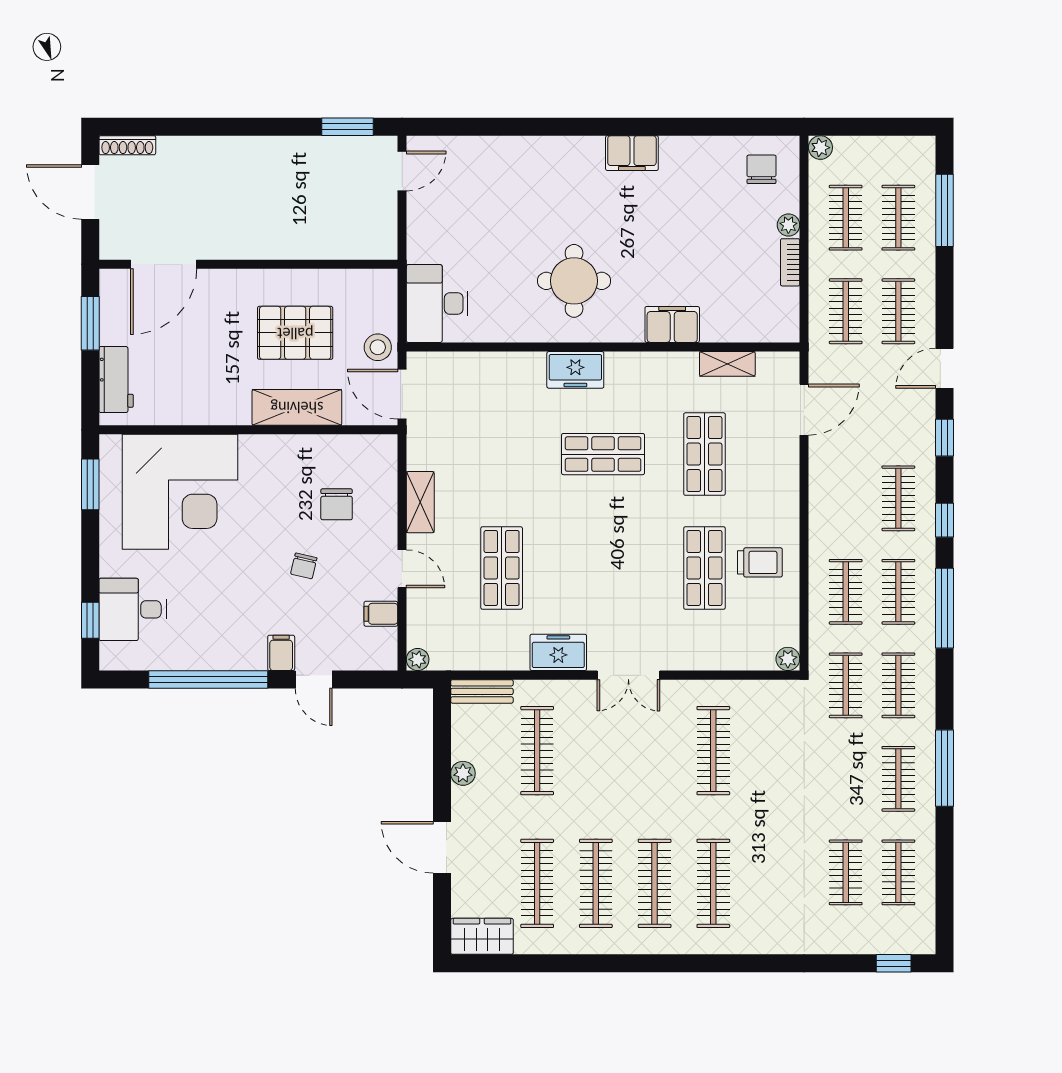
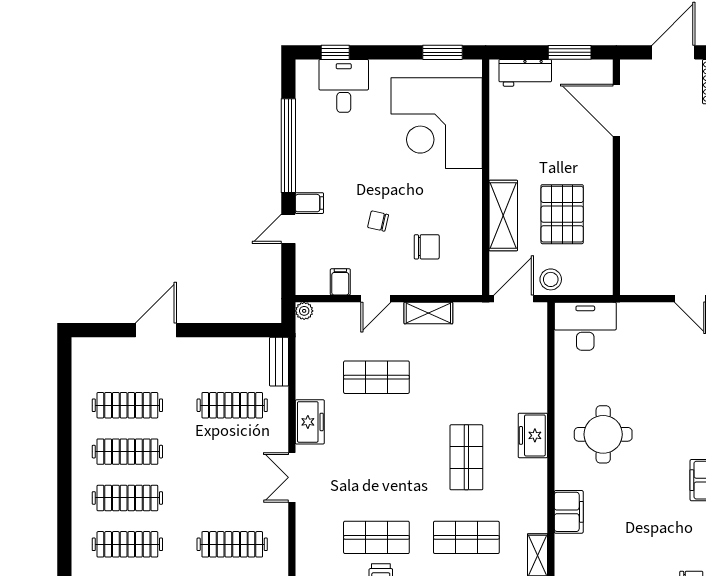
chair: (337, 504) -> (427, 247), turned 180
plant: (463, 773) -> (214, 347), removed
wardrobe: (482, 936) -> (86, 362), removed

